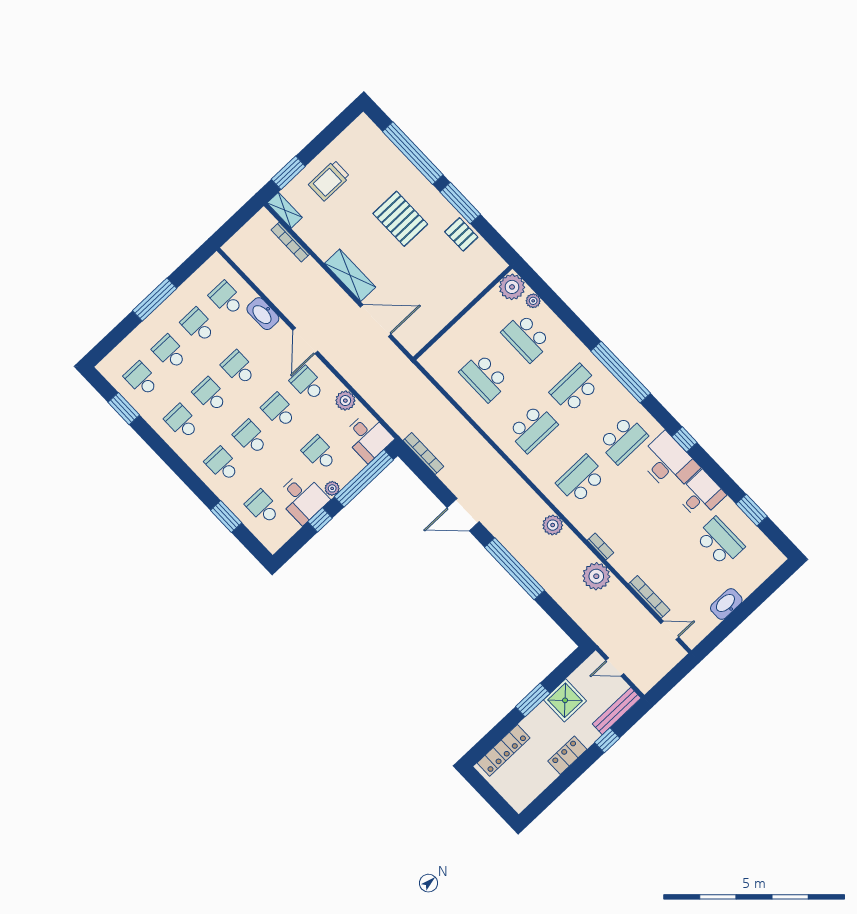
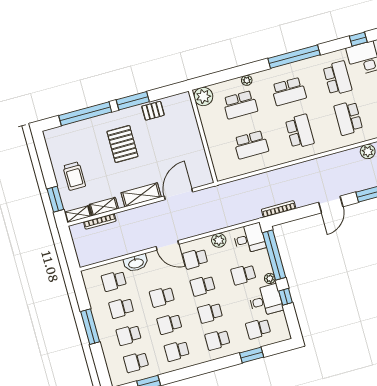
pallet: (400, 219) -> (122, 144), turned 90
shelving: (311, 237) -> (104, 207), added
plant: (533, 301) -> (247, 80), moved
school desk: (575, 389) -> (289, 91), turned -90

